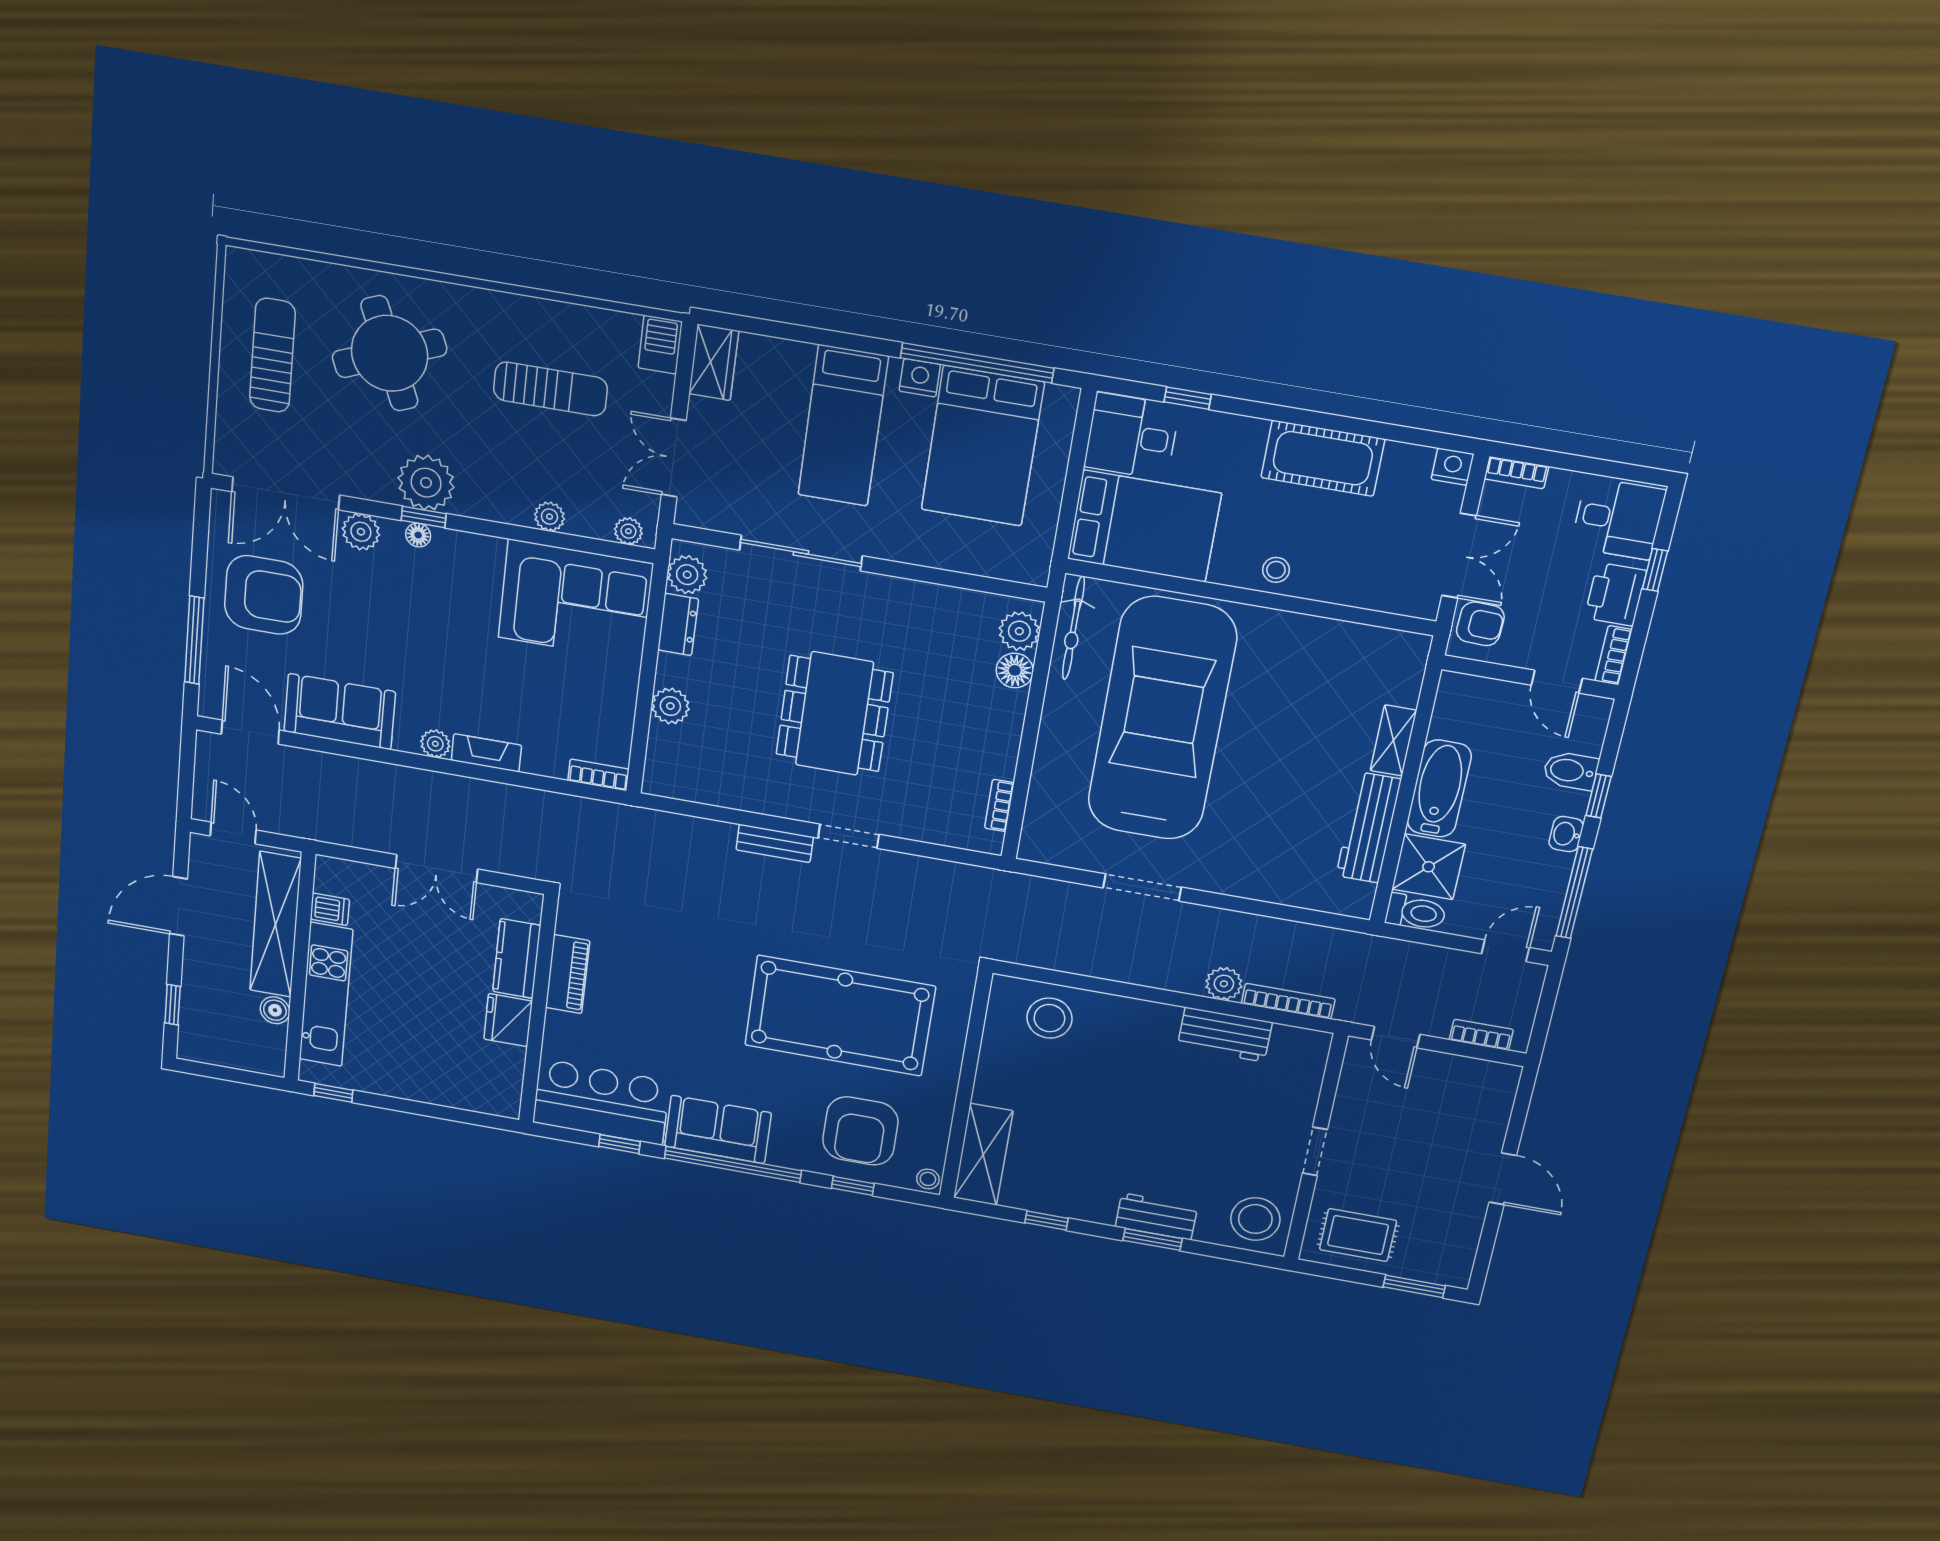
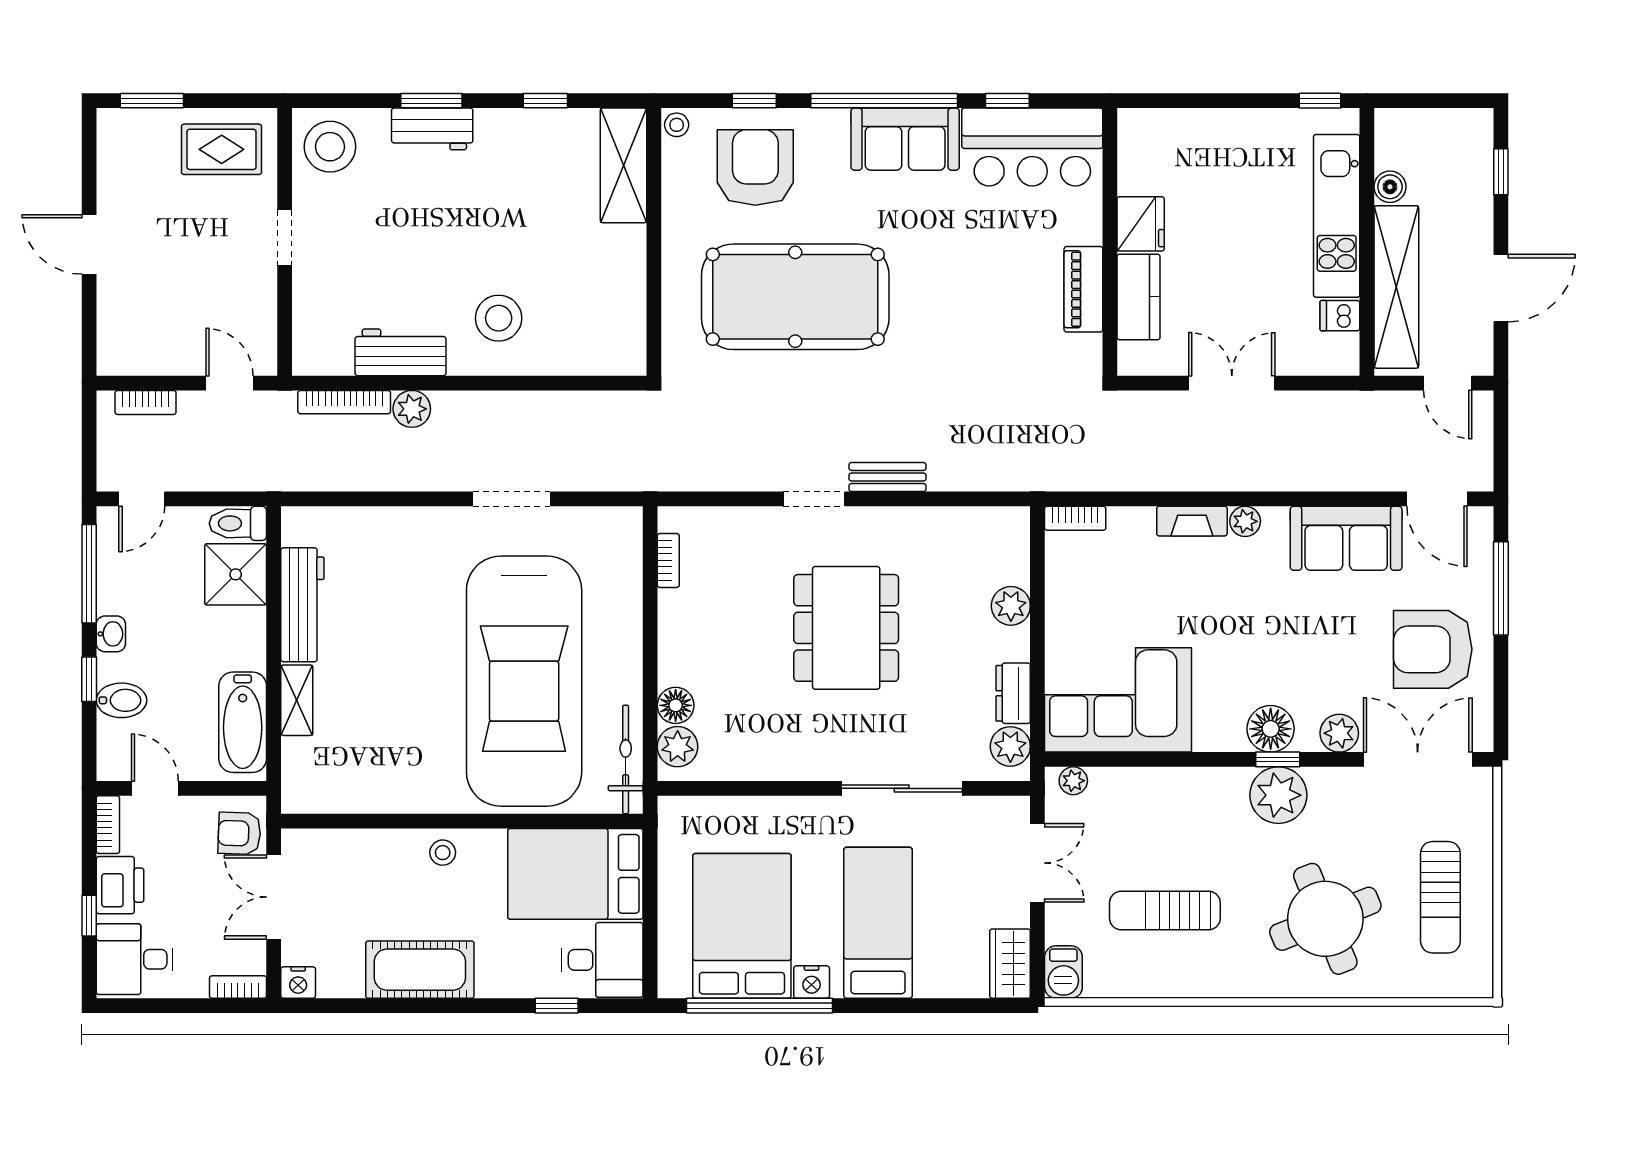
plant: (549, 517) -> (1153, 782), removed
floor lamp: (418, 535) -> (1271, 729), width x1.89, depth x1.89
bathtub: (1439, 789) -> (243, 722), moved
stool: (1049, 1018) -> (499, 318), moved

